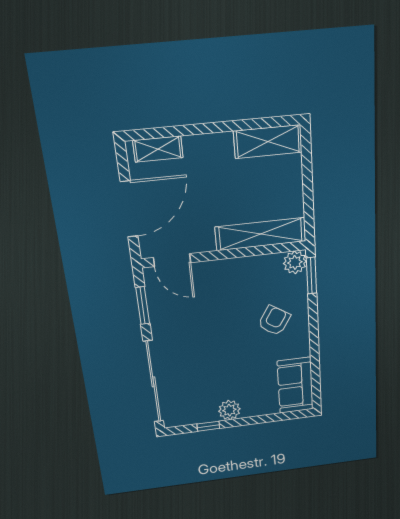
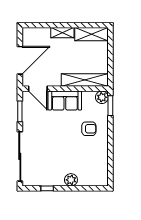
shelving: (158, 149) -> (62, 33), moved
armchair: (274, 321) -> (89, 129), turned 58
sofa: (295, 385) -> (65, 101), moved, turned -90
plant: (229, 410) -> (71, 180), moved

